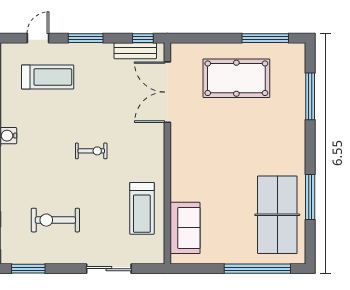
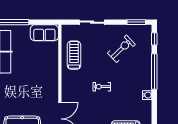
exercise bike: (55, 220) -> (121, 49), turned -44
sofa: (185, 228) -> (44, 33), moved, turned -90

